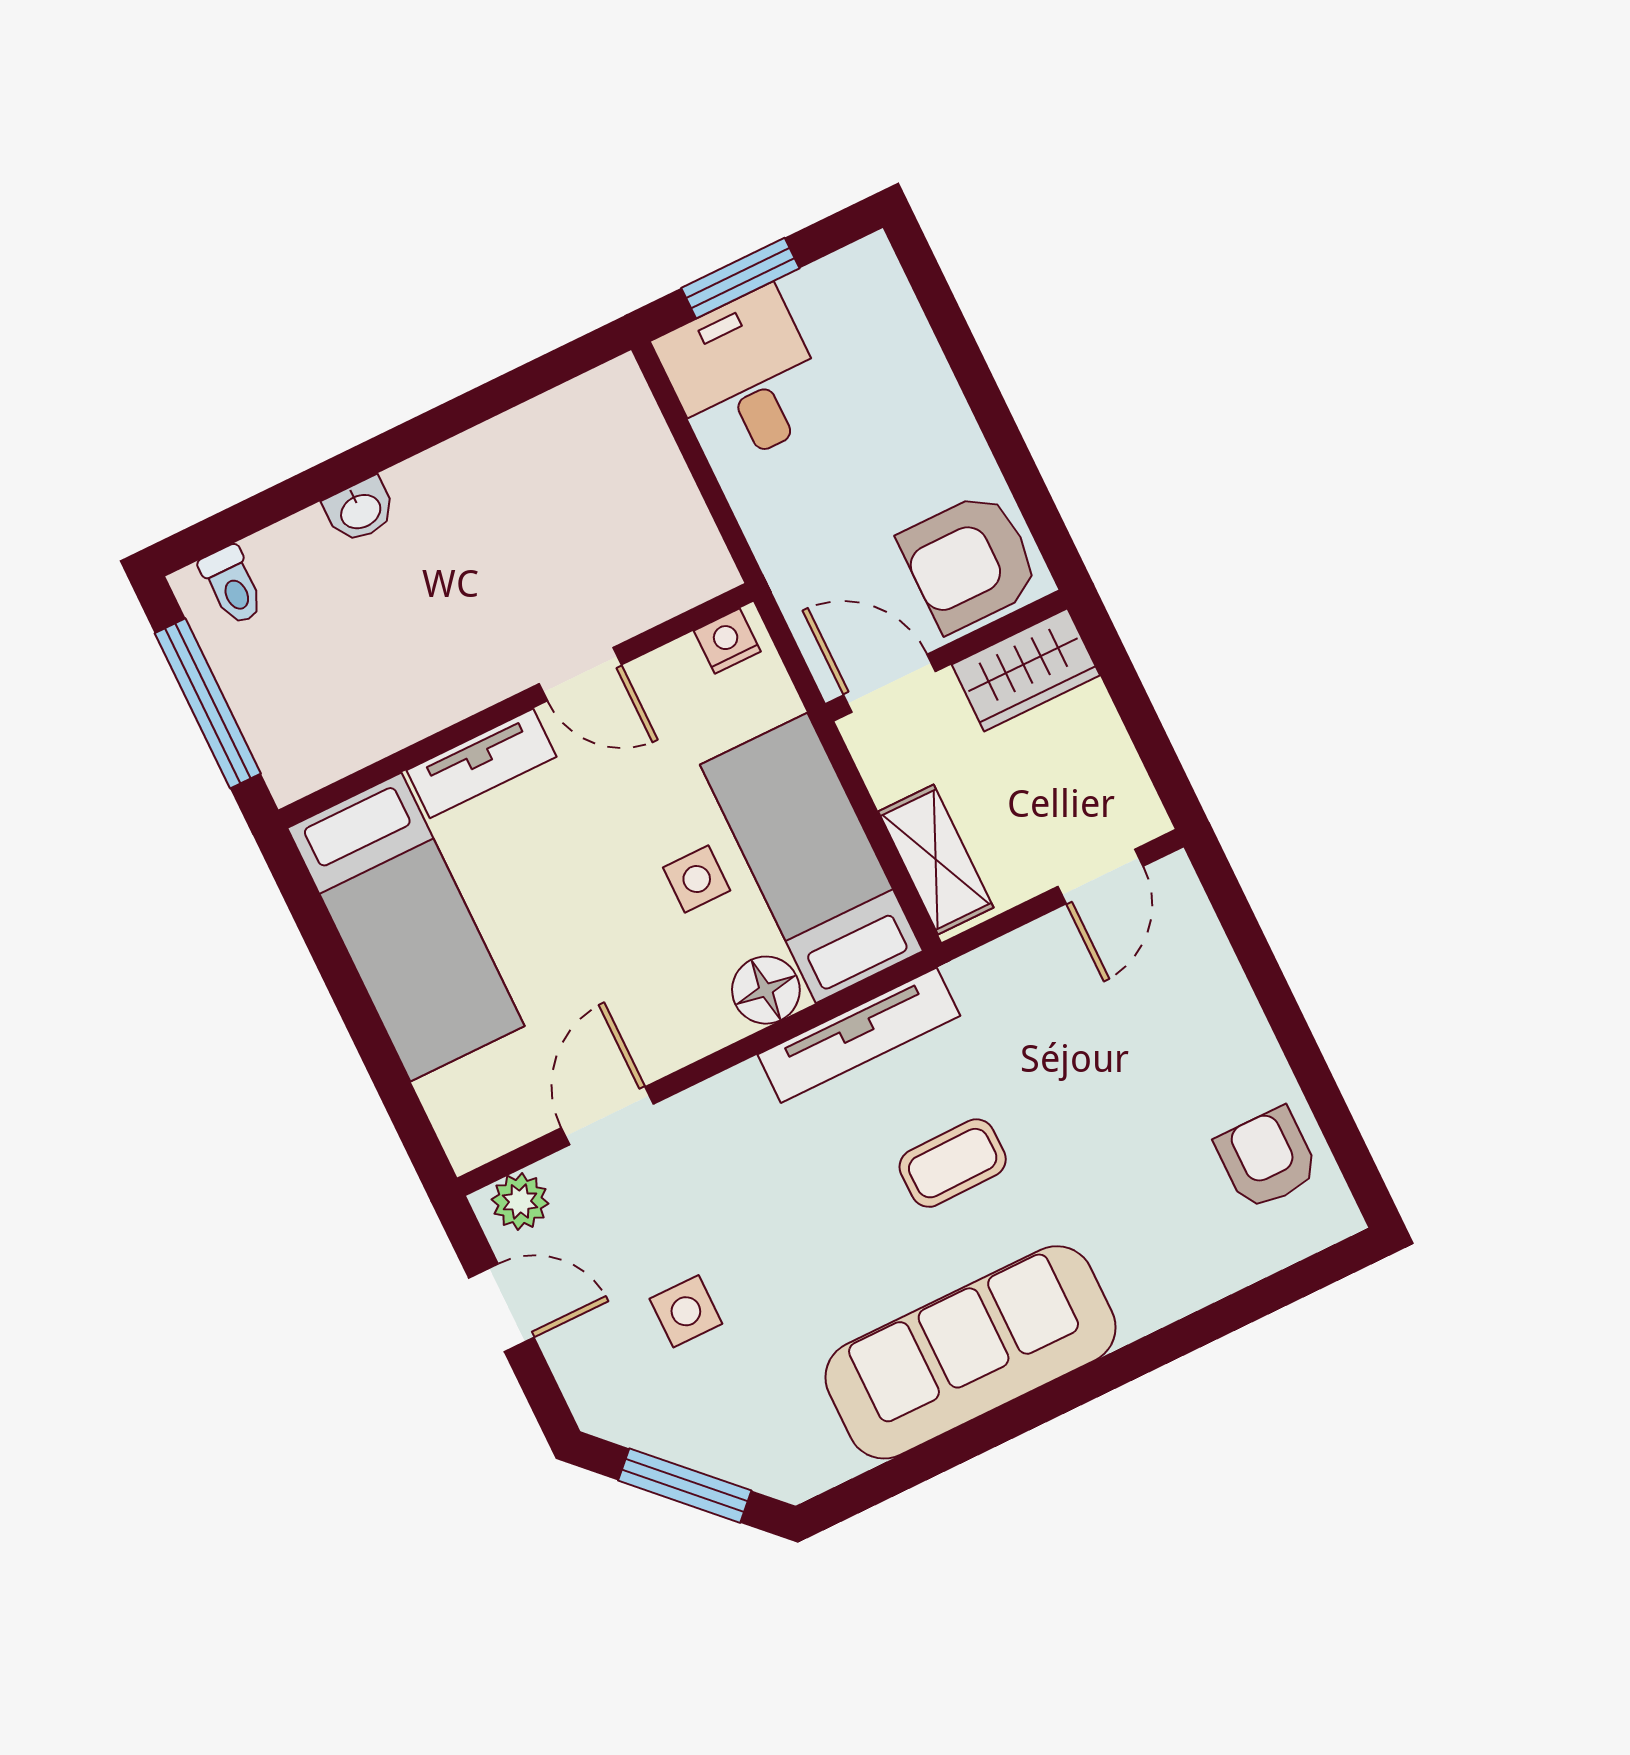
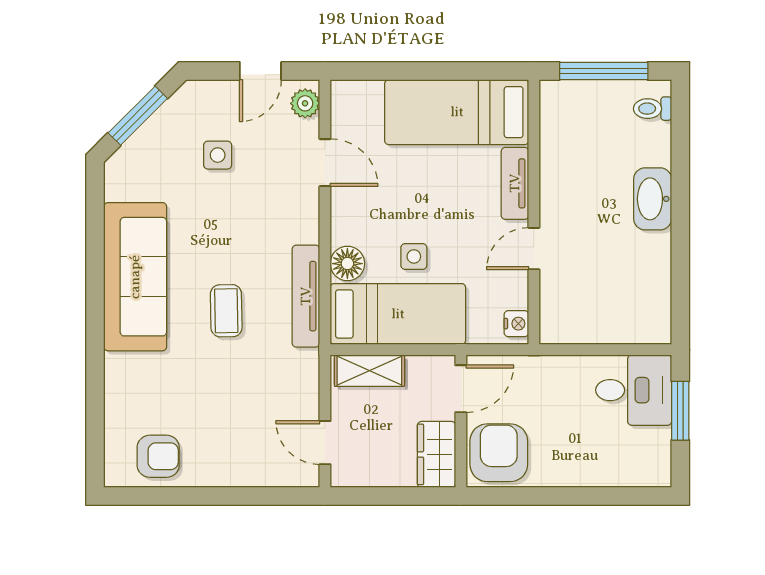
washbasin: (360, 510) -> (653, 199), width x1.91, depth x1.45

